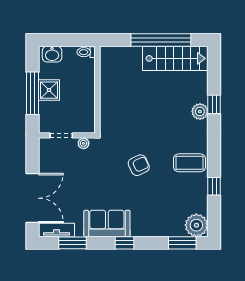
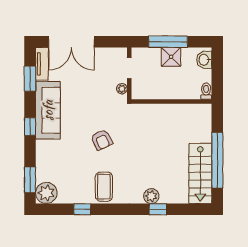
sofa: (107, 223) -> (48, 110), width x1.36

